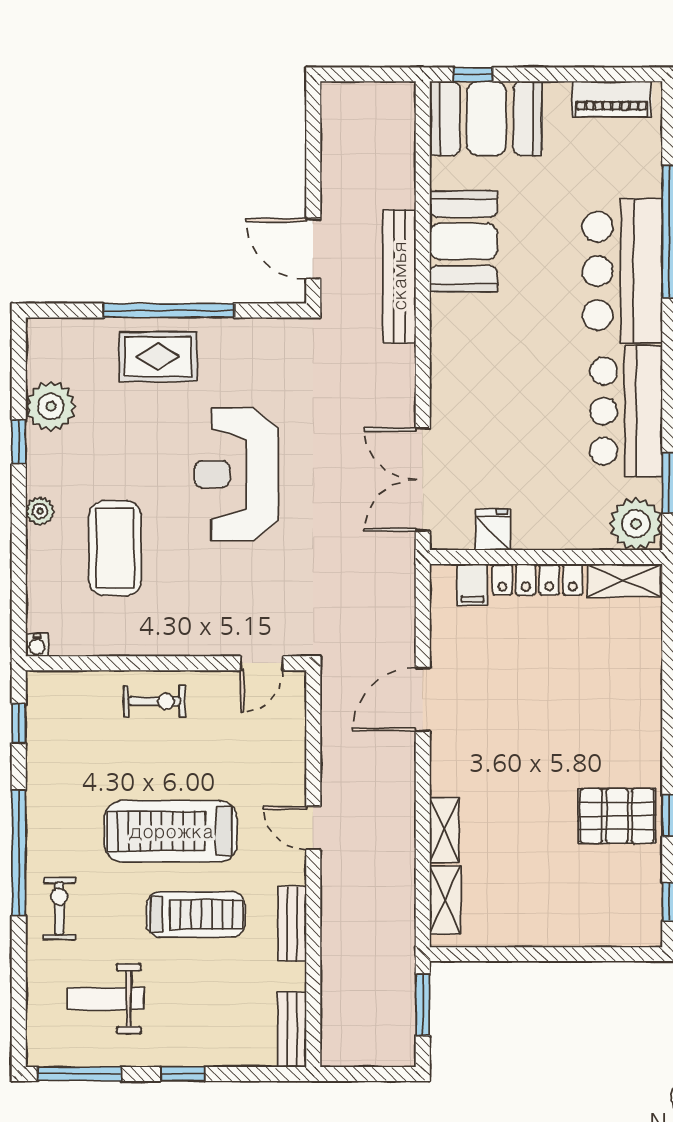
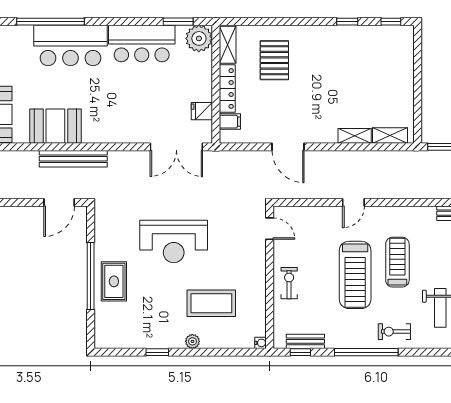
plant: (51, 406) -> (139, 336), removed
pallet: (617, 816) -> (274, 60), moved
bench: (292, 924) -> (305, 341), moved

